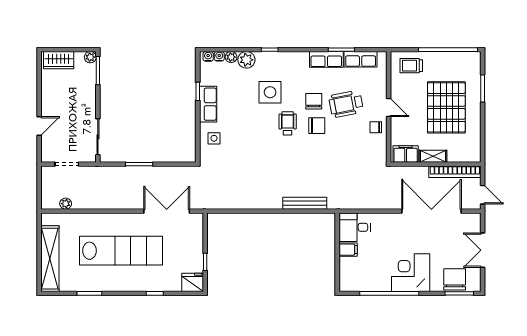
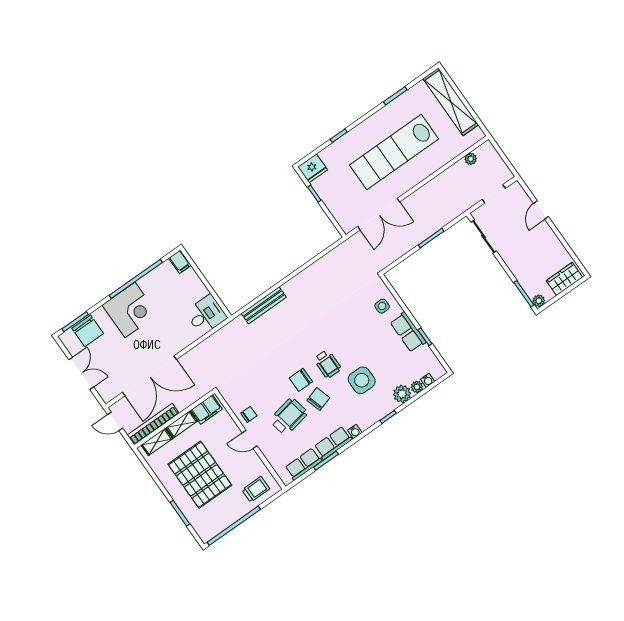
water cooler: (208, 56) -> (355, 432), moved
chair: (314, 101) -> (318, 399), turned -107
shelving: (462, 156) -> (157, 442), added
filing cabinet: (348, 250) -> (180, 262), moved, turned -90

